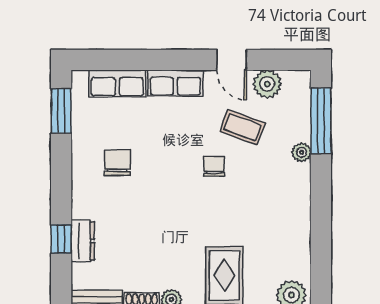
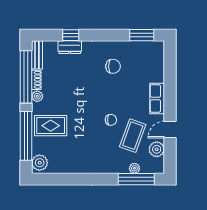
row of seats: (117, 83) -> (157, 66), removed
coffee table: (243, 127) -> (133, 136), width x1.36, depth x1.30
plant: (302, 152) -> (134, 168), moved

